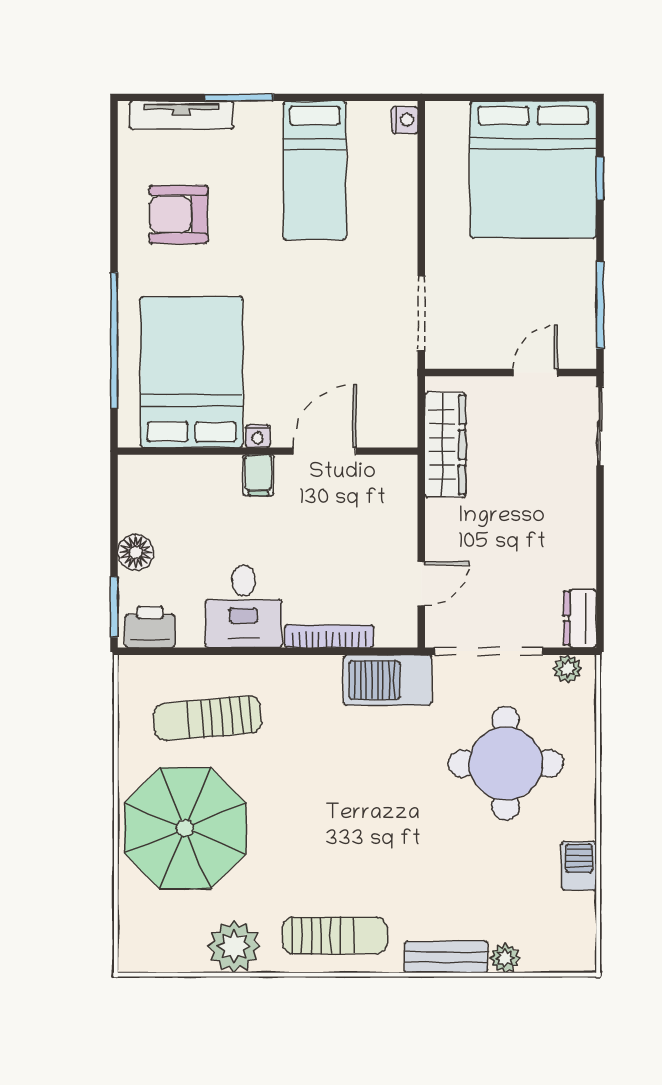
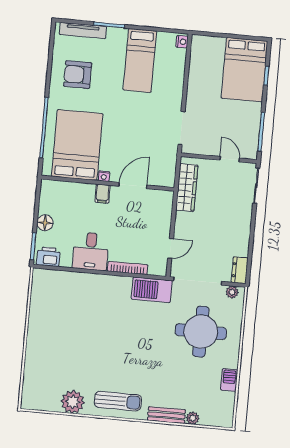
bed: (533, 170) -> (244, 70), width x0.73
door: (535, 373) -> (230, 159), hinge flipped
sun lounger: (208, 718) -> (70, 299), removed
parasol: (185, 828) -> (56, 347), removed

